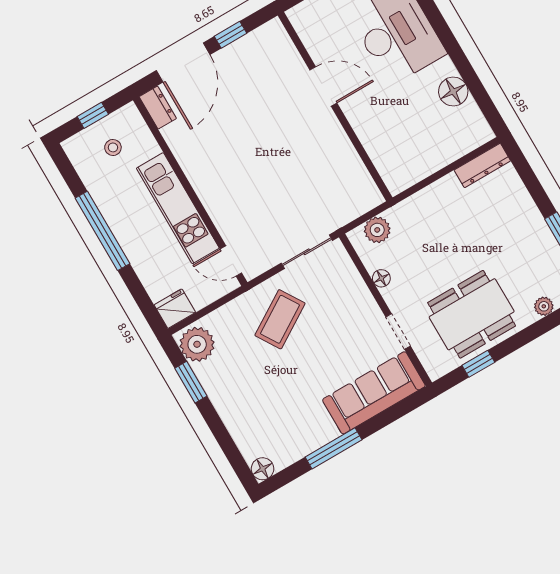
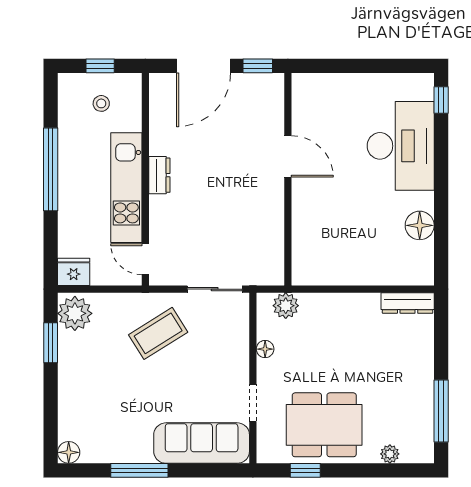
door: (323, 87) -> (288, 156), moved
wall: (335, 107) -> (288, 179), moved
dresser: (158, 108) -> (159, 175), moved

